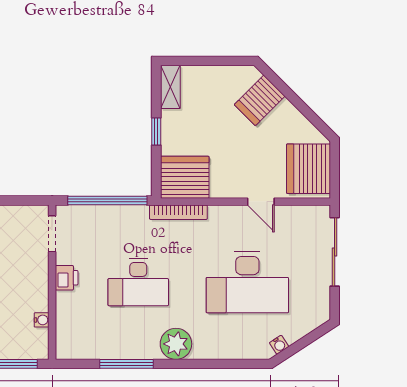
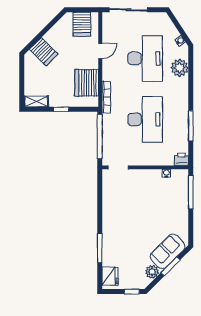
server rack: (308, 169) -> (82, 24), width x0.62
server rack: (185, 177) -> (87, 83), moved
printer: (67, 278) -> (181, 159), moved
desk: (138, 282) -> (145, 119), width x1.36, depth x1.30
plant: (176, 344) -> (180, 68), moved

